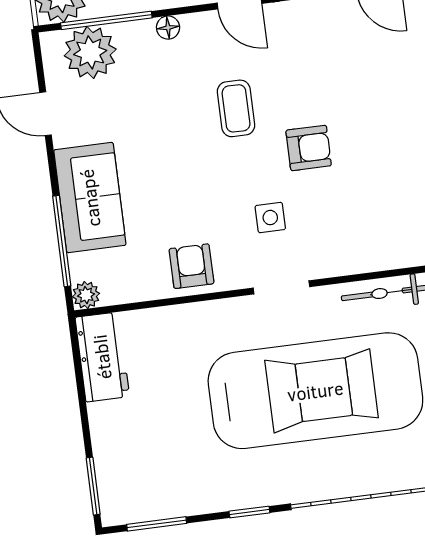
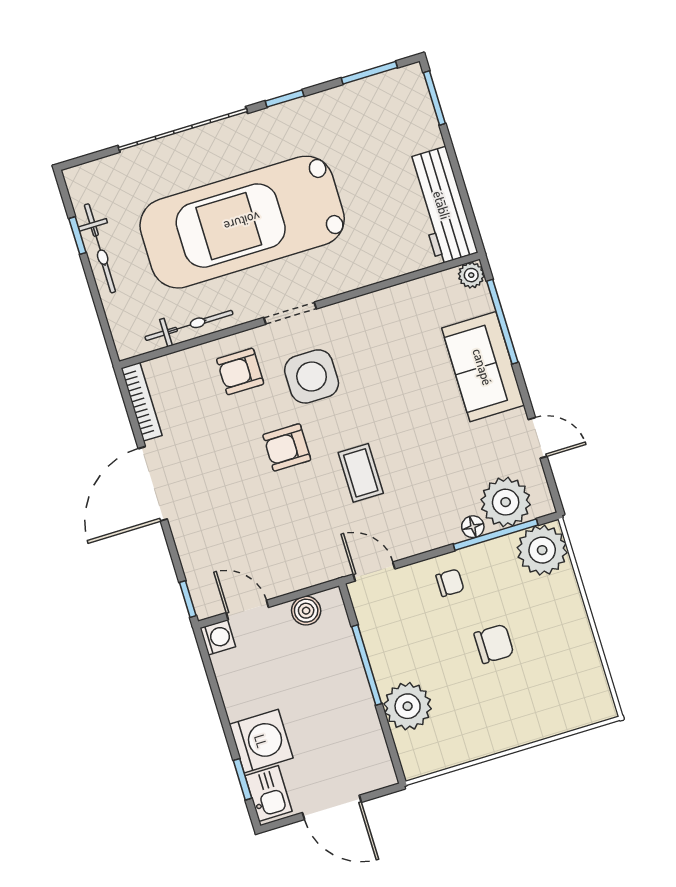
floor lamp: (168, 28) -> (473, 527), moved
side table: (270, 218) -> (312, 376), width x1.87, depth x1.87
armchair: (191, 266) -> (240, 371), moved, turned 90
workbench: (102, 357) -> (442, 205), width x1.37

